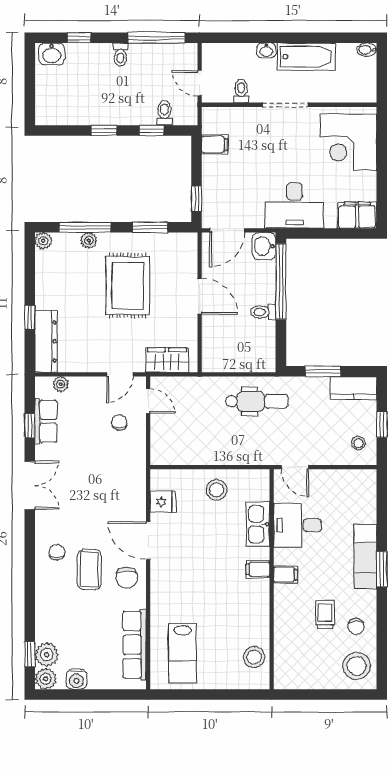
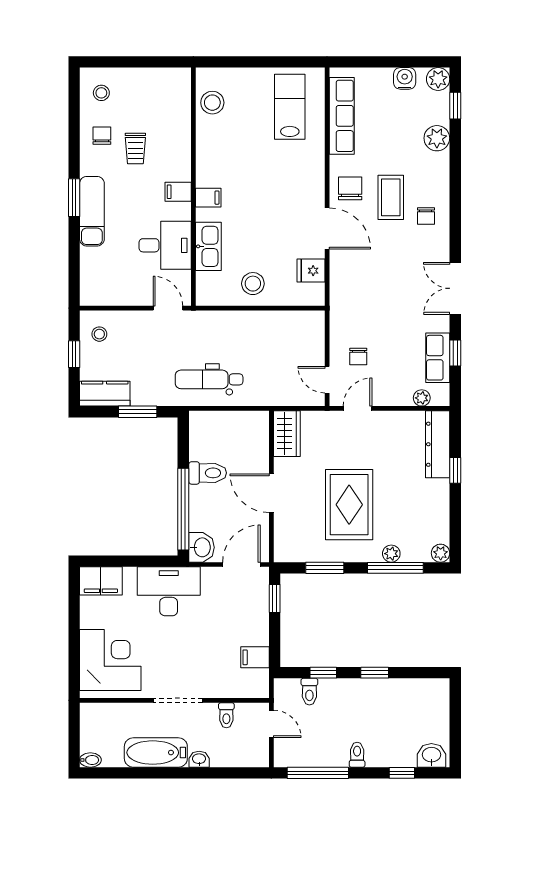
toilet: (263, 312) -> (208, 473), width x1.37, depth x1.39
wardrobe: (167, 360) -> (287, 434), moved, turned -90
plant: (47, 655) -> (437, 138), moved
stool: (357, 666) -> (101, 93), width x0.53, depth x0.53

